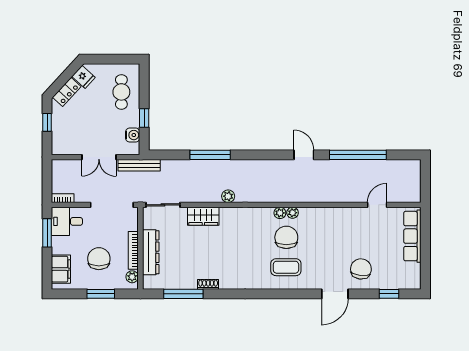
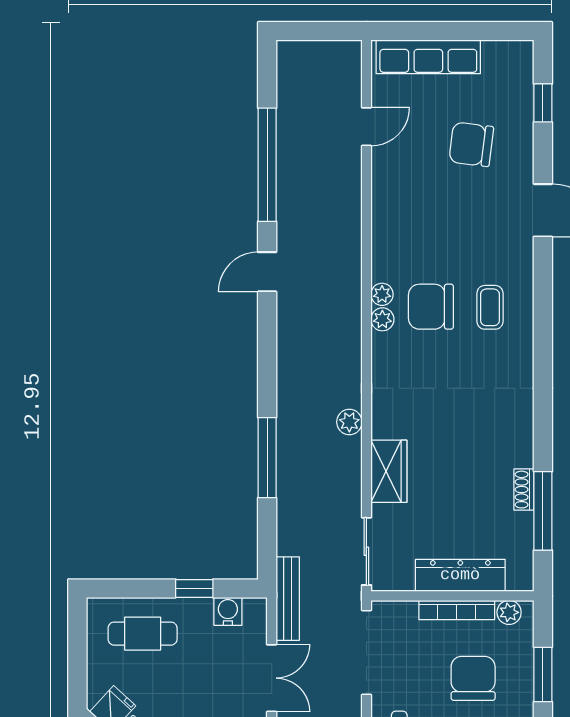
door: (377, 205) -> (366, 127), swing flipped
chair: (99, 259) -> (473, 678), turned 90
coffee table: (286, 267) -> (490, 307), width x0.73, depth x0.77
chair: (361, 269) -> (471, 144), moved
shoe rack: (208, 284) -> (524, 490), moved

